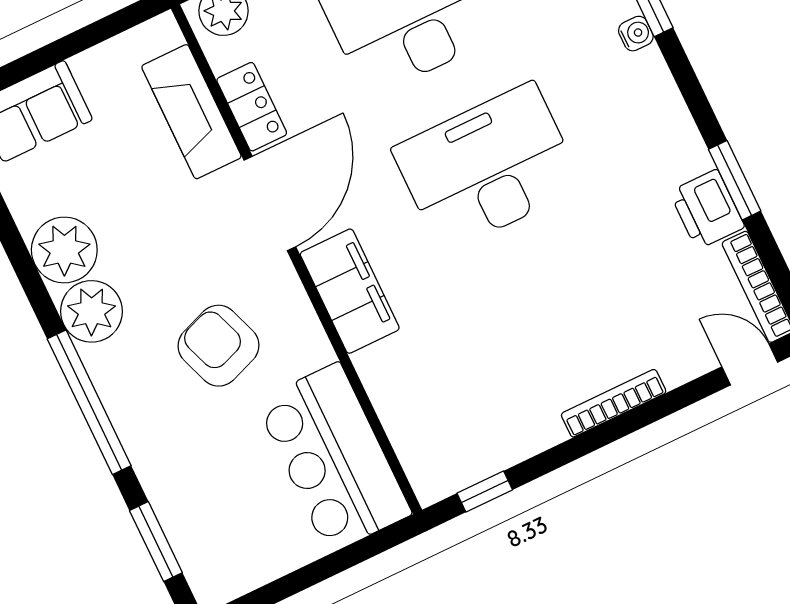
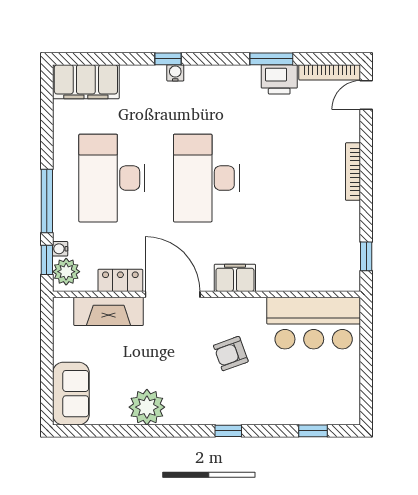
filing cabinet: (350, 291) -> (235, 278), width x0.67, depth x0.86
plant: (91, 311) -> (184, 408), removed
armchair: (218, 346) -> (231, 354), width x0.72, depth x0.72
window: (89, 402) -> (228, 431), width x0.32
window: (156, 542) -> (313, 431), width x0.67

